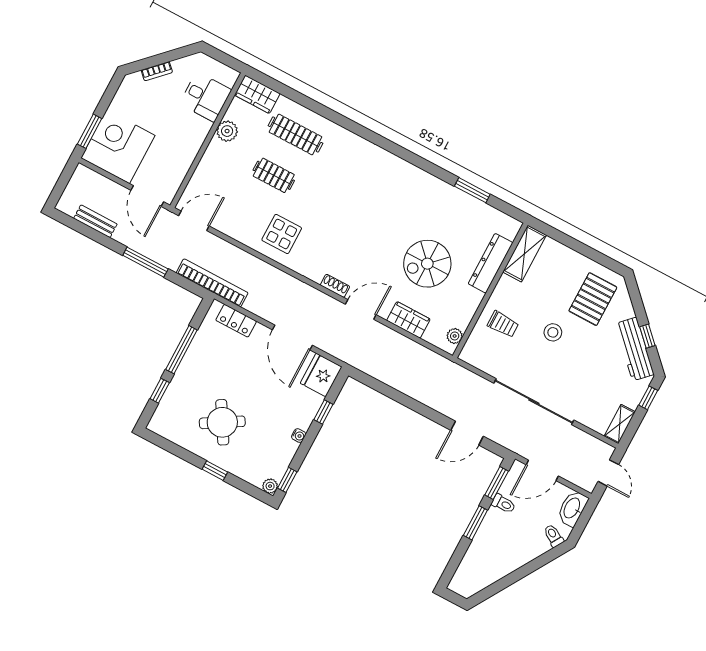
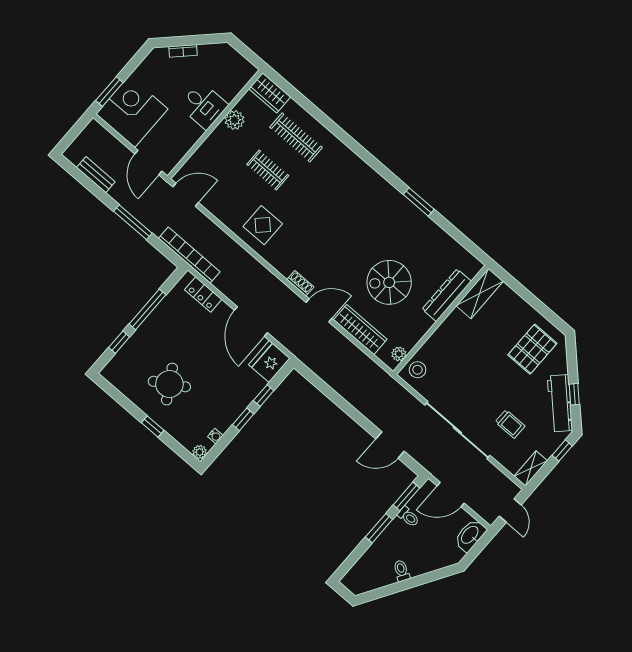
desk: (205, 97) -> (204, 106), moved
window: (472, 190) -> (419, 202), moved
wardrobe: (408, 320) -> (360, 330), width x1.50
trolley: (503, 324) -> (510, 424), moved
stool: (553, 332) -> (418, 370), moved
water cooler: (299, 436) -> (215, 436), moved
window: (287, 480) -> (243, 419), moved
toilet: (554, 536) -> (402, 571), moved

